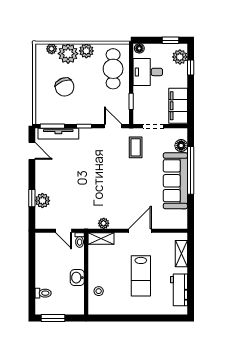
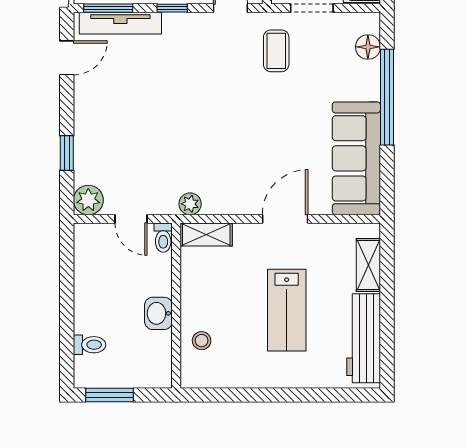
door: (32, 151) -> (67, 58), hinge flipped
sofa: (175, 181) -> (356, 158), moved
plant: (42, 201) -> (88, 200), moved
plant: (104, 223) -> (190, 204), moved
workbench: (179, 290) -> (364, 338), width x1.38

